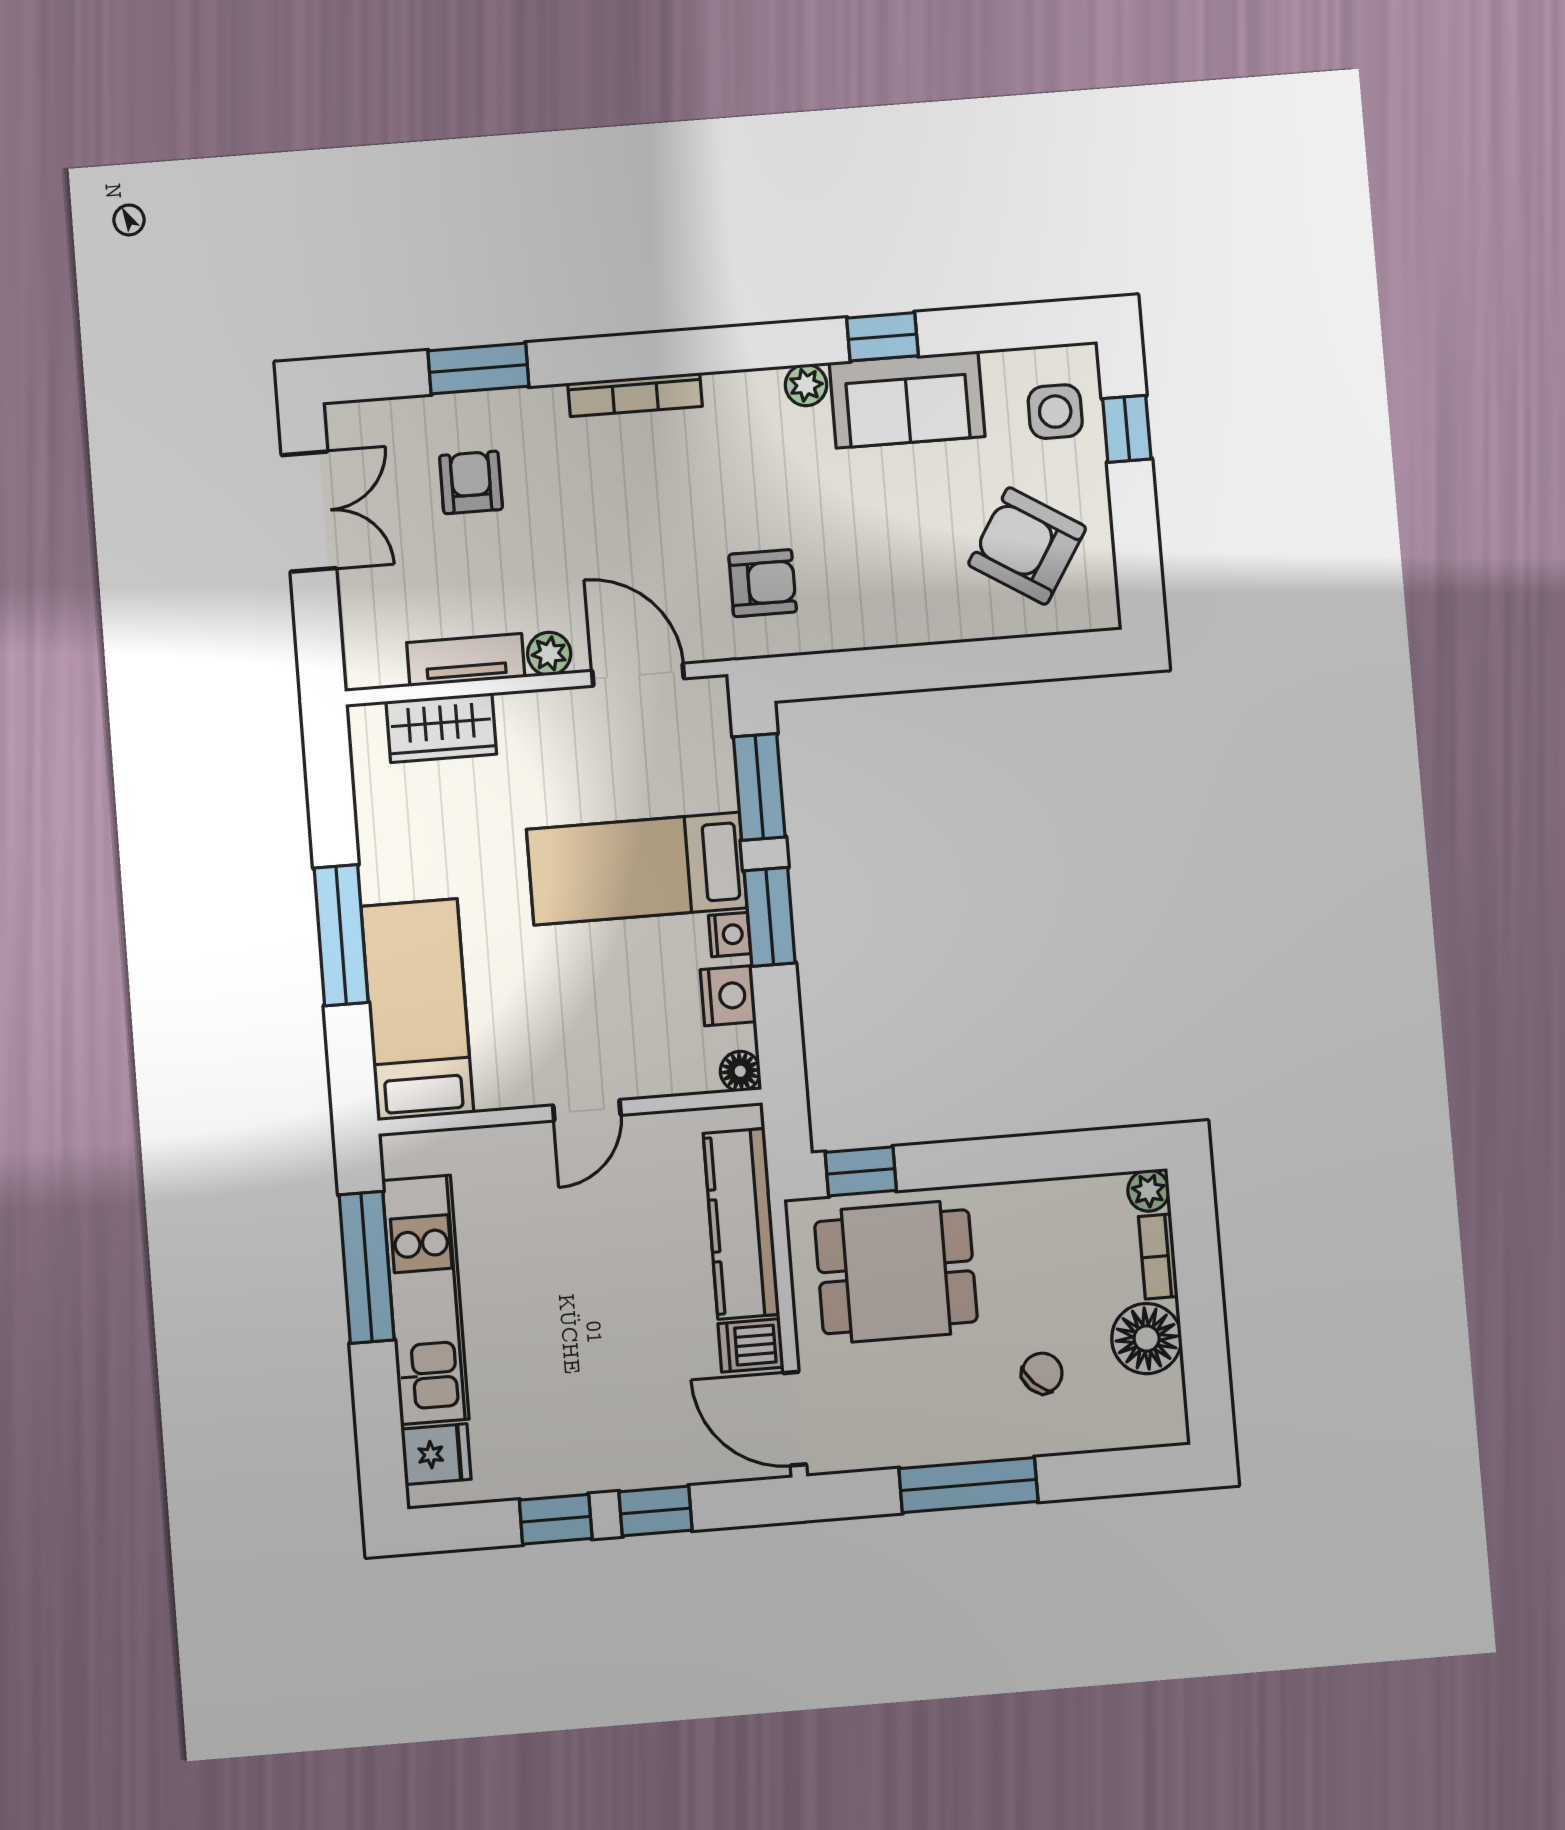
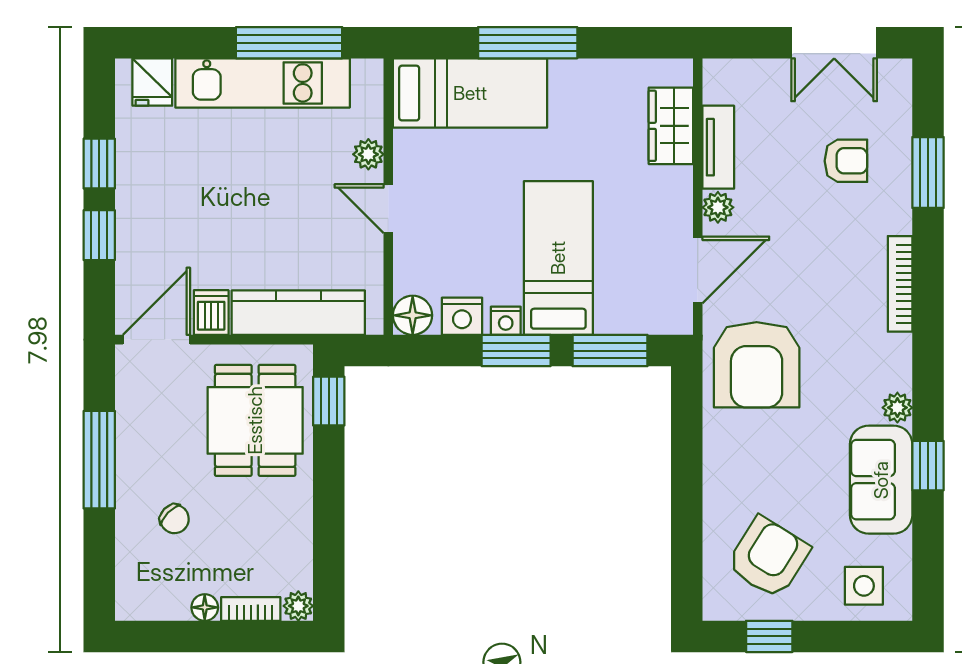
window: (1127, 429) -> (769, 636), moved
armchair: (763, 583) -> (757, 365), width x1.88, depth x1.88
floor lamp: (740, 1071) -> (413, 315), width x1.37, depth x1.37
plant: (513, 1144) -> (368, 154), added
floor lamp: (1147, 1339) -> (205, 607), width x0.53, depth x0.53

